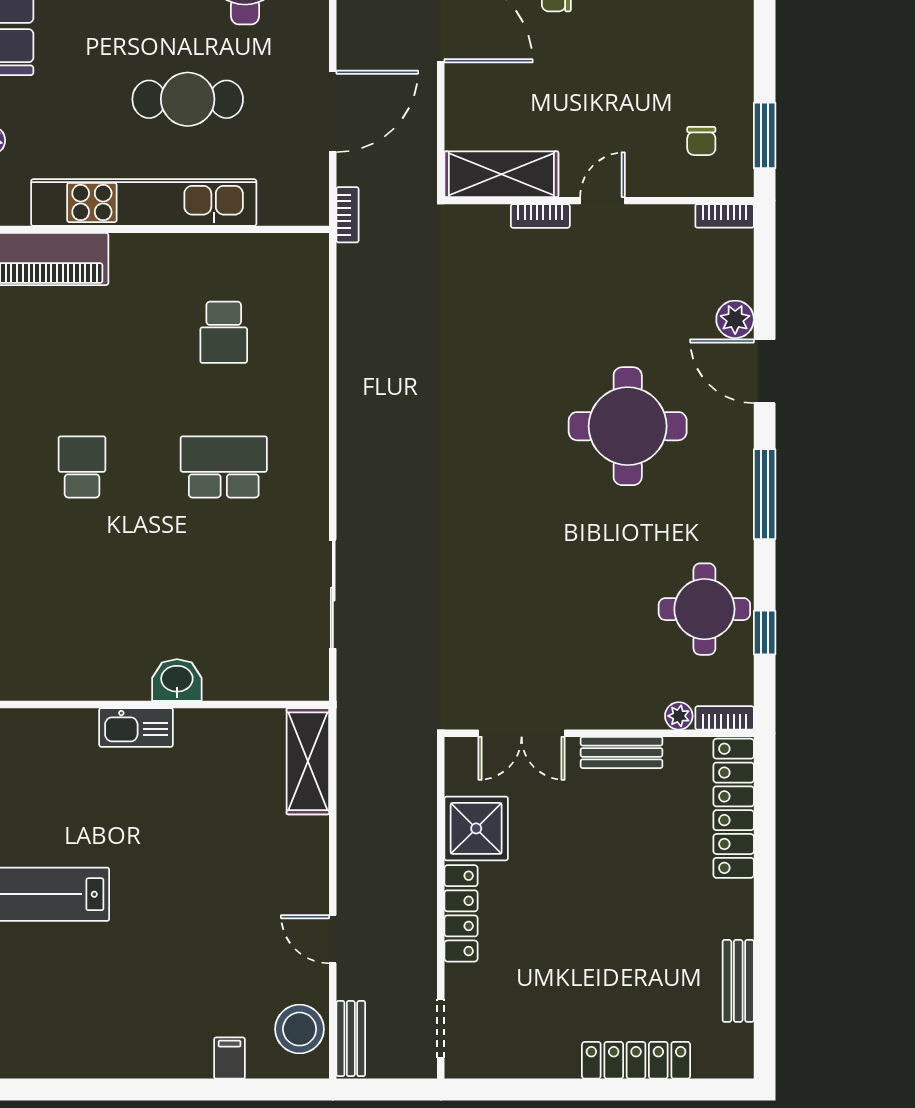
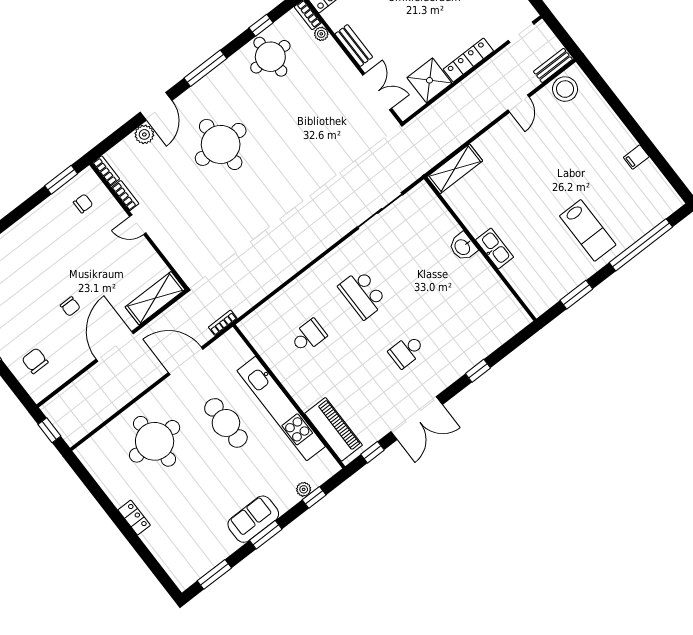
shelving: (501, 174) -> (155, 298), moved, turned 90
bookcase: (540, 216) -> (125, 196), moved
filing cabinet: (230, 1058) -> (636, 157), moved

